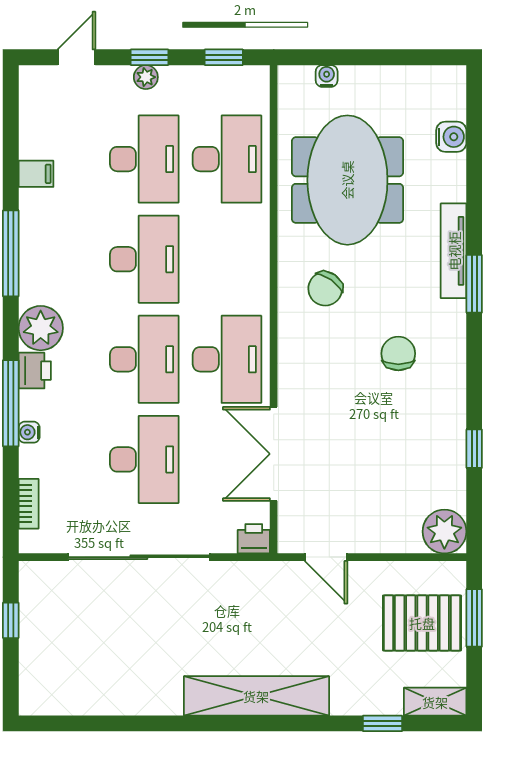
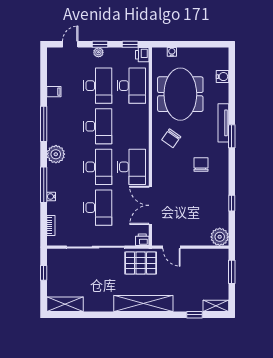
printer: (35, 371) -> (142, 55), moved, turned 180
pallet: (422, 623) -> (141, 263), moved
shelving: (63, 698) -> (65, 304), added

